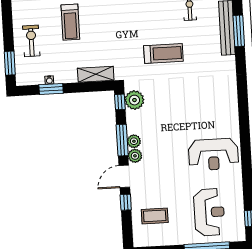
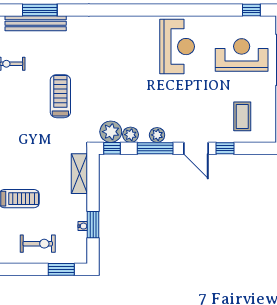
exercise bike: (31, 41) -> (38, 244), turned 180
plant: (135, 156) -> (131, 135), moved

